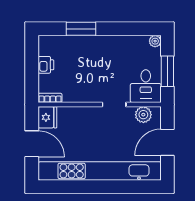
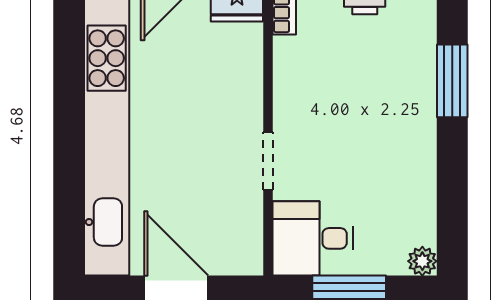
plant: (143, 115) -> (243, 232), removed

